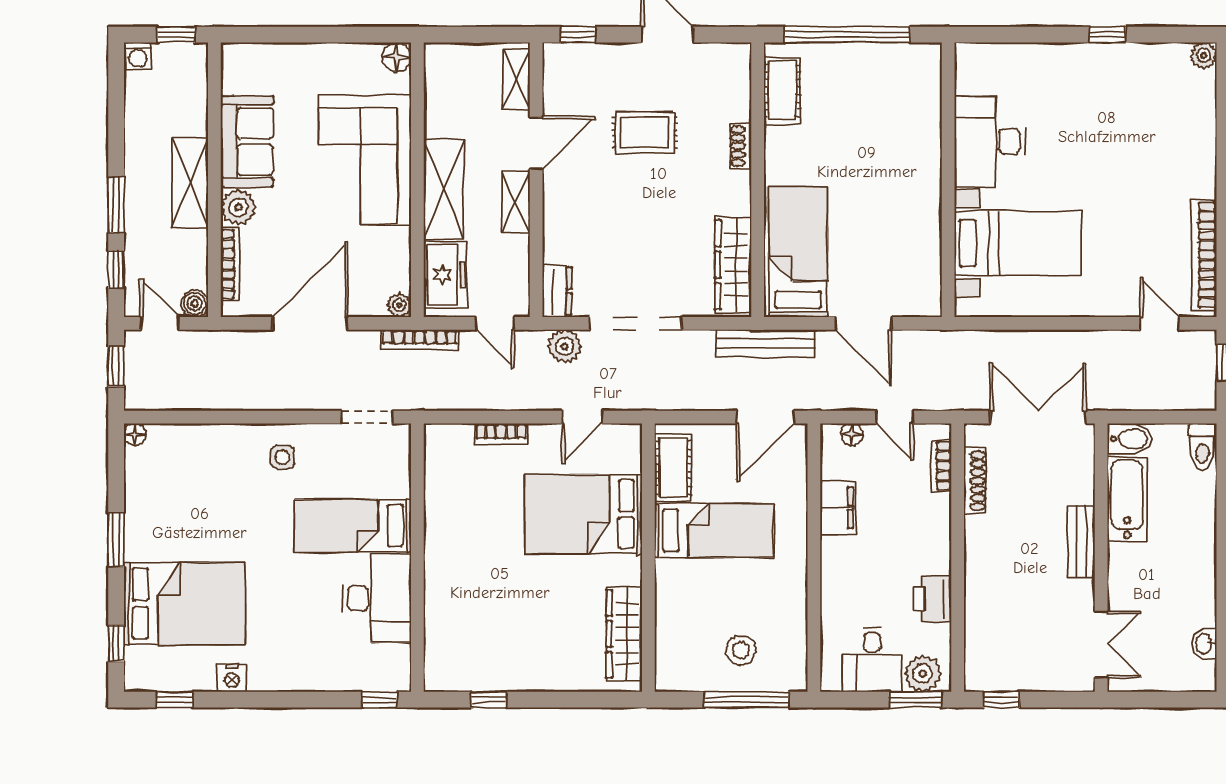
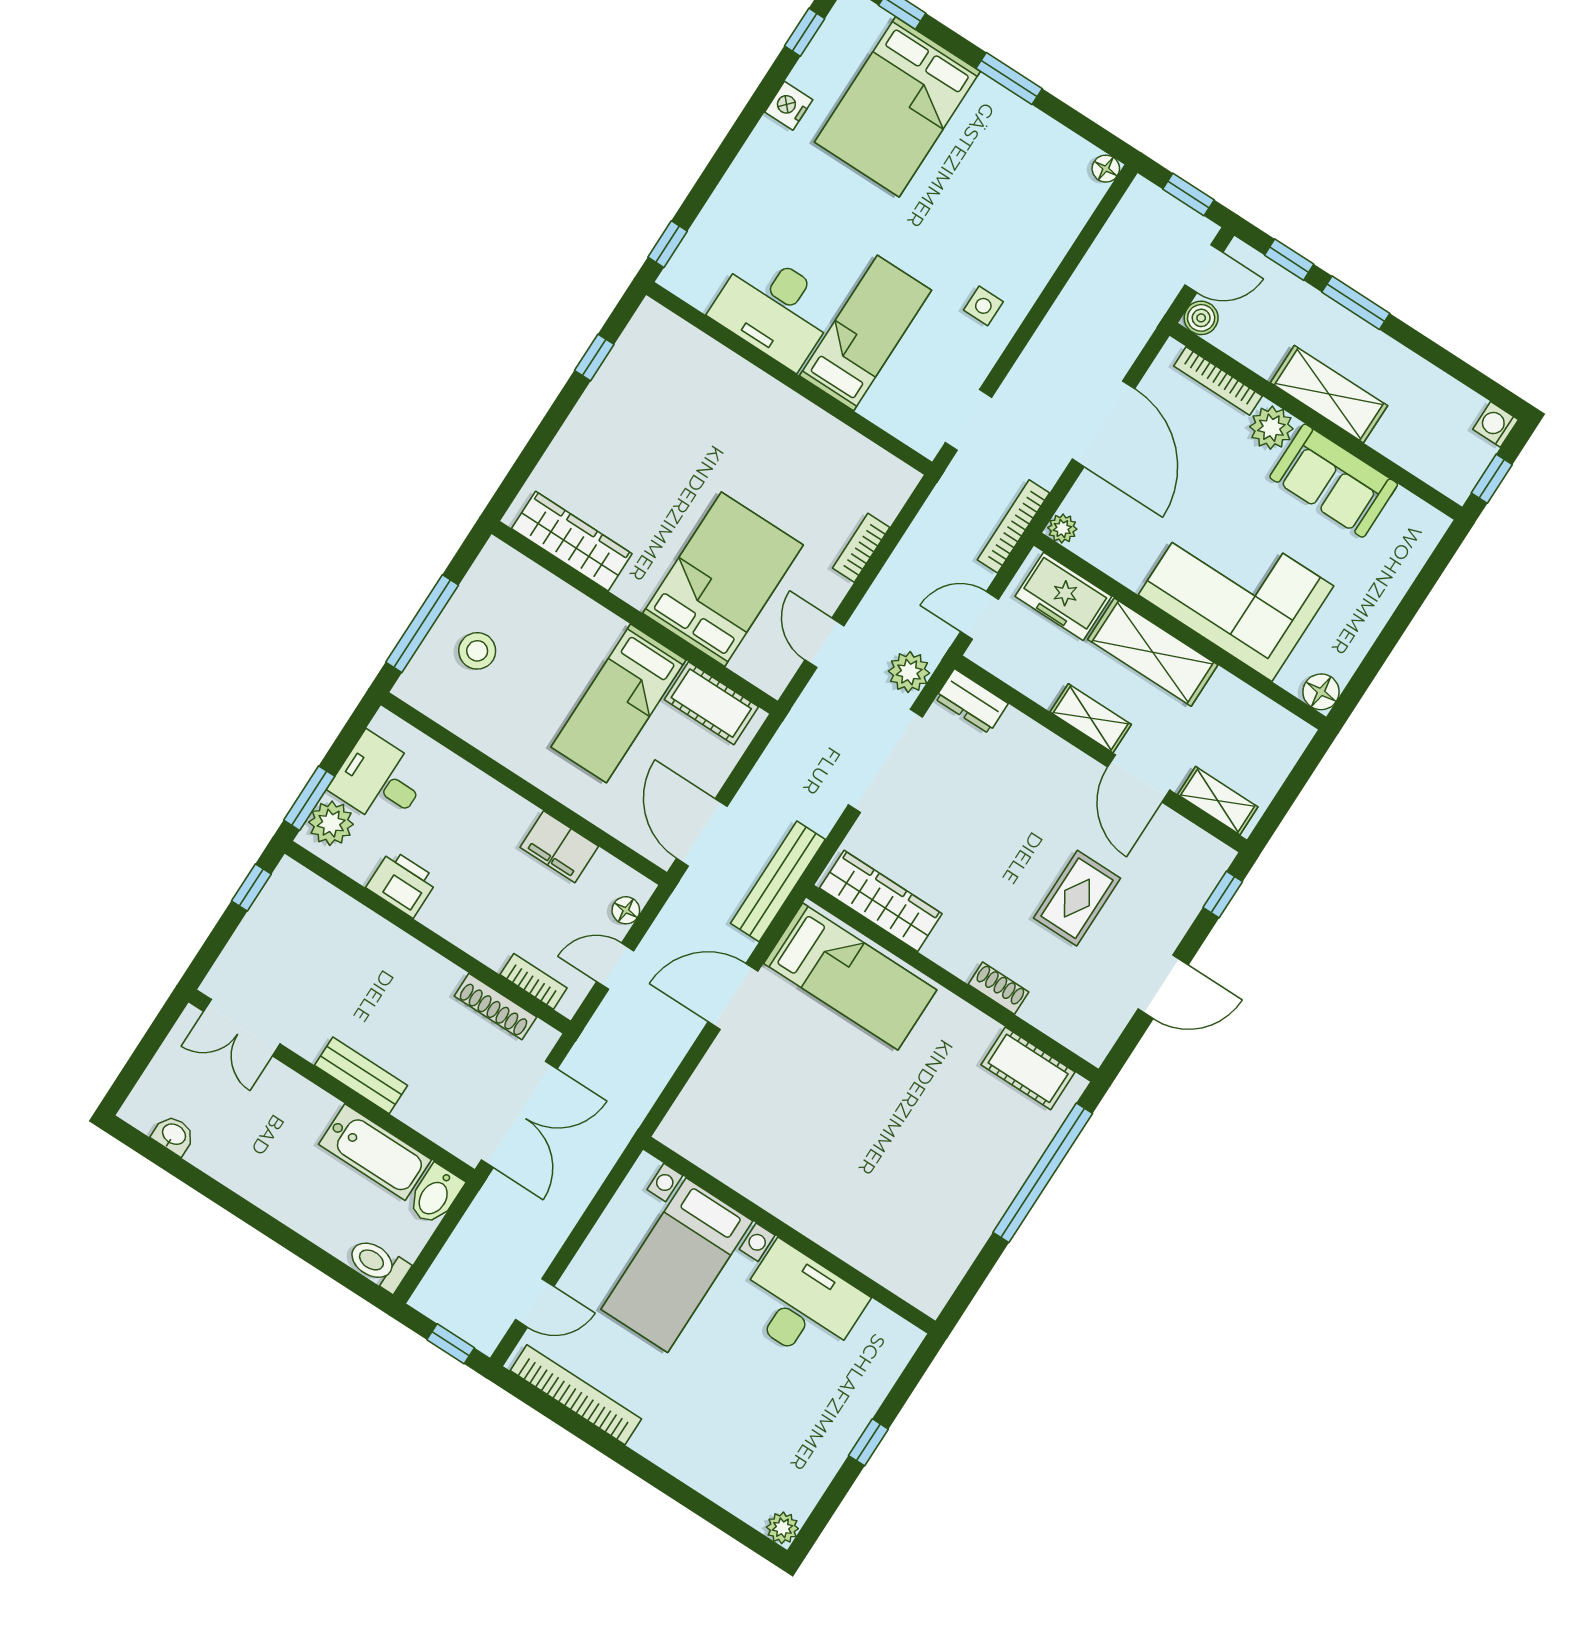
desk: (990, 142) -> (801, 1304), moved
wall: (948, 180) -> (789, 1235), moved
bed with nightstands: (1018, 243) -> (677, 1265), moved

